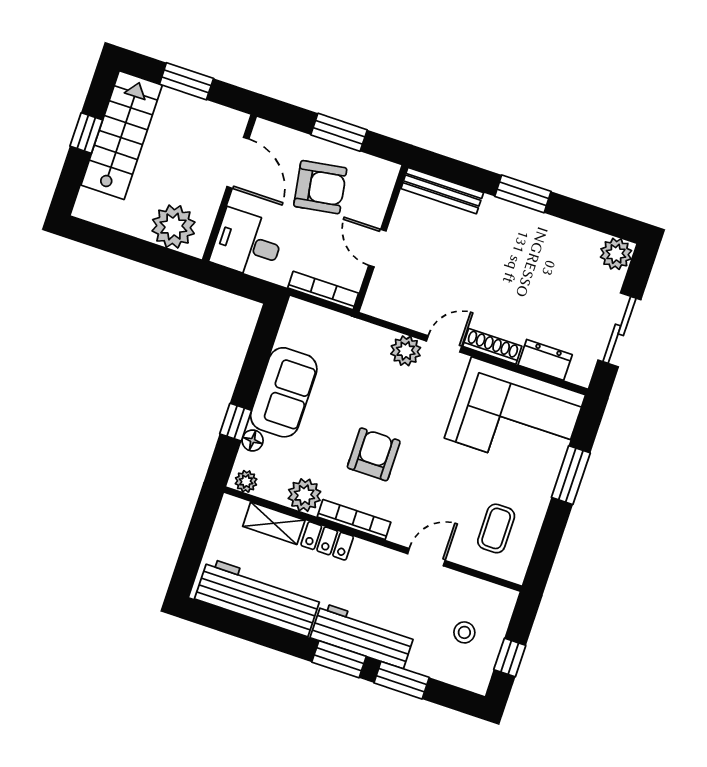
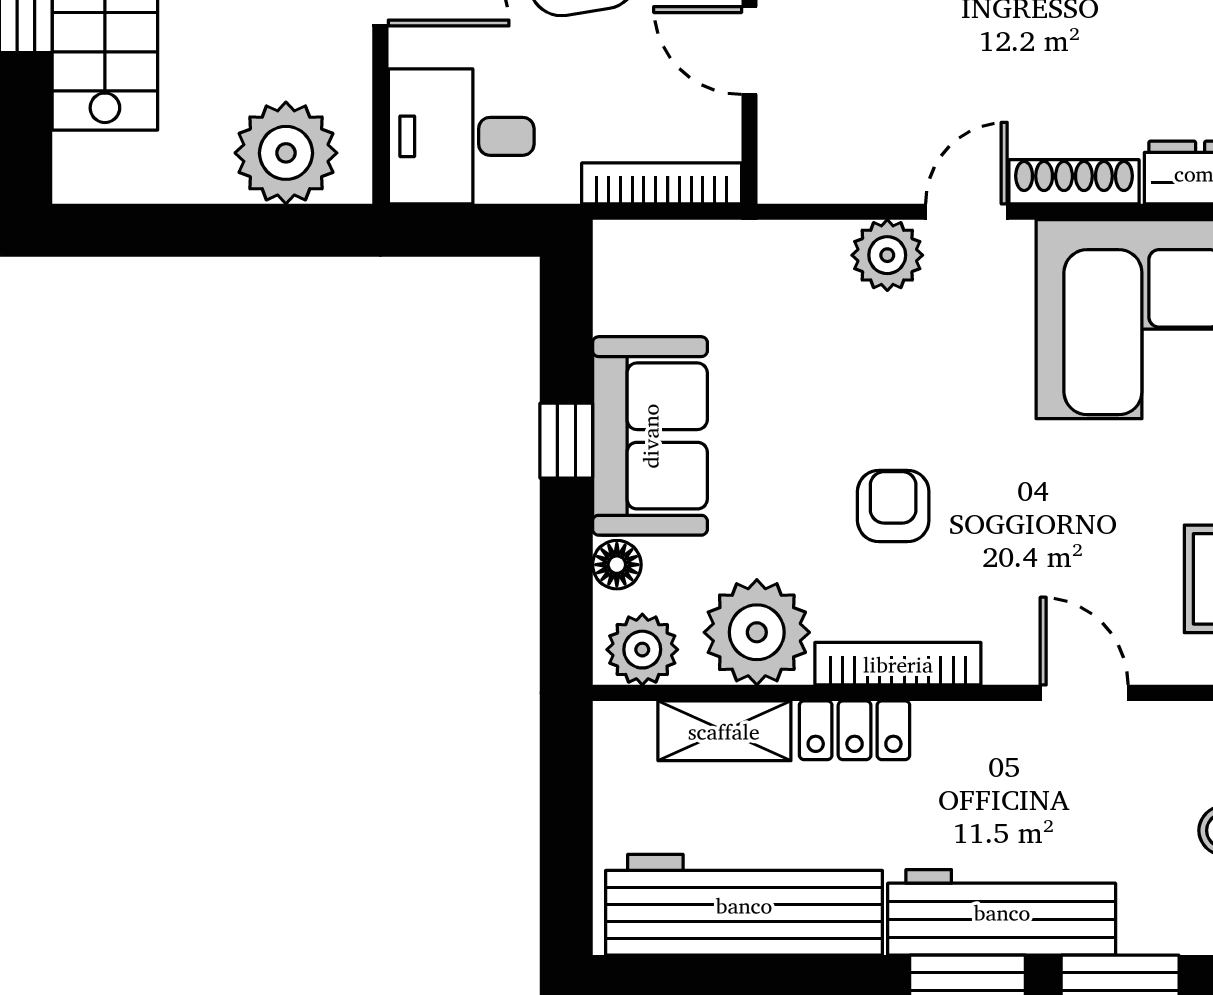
window: (236, 422) -> (566, 441), moved
armchair: (374, 454) -> (893, 506), width x0.72, depth x0.72
plant: (246, 481) -> (642, 650), width x1.38, depth x1.38
plant: (304, 495) -> (757, 632), width x1.36, depth x1.36
door: (426, 557) -> (1084, 693), hinge flipped

